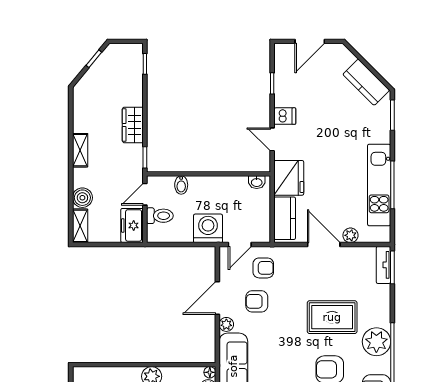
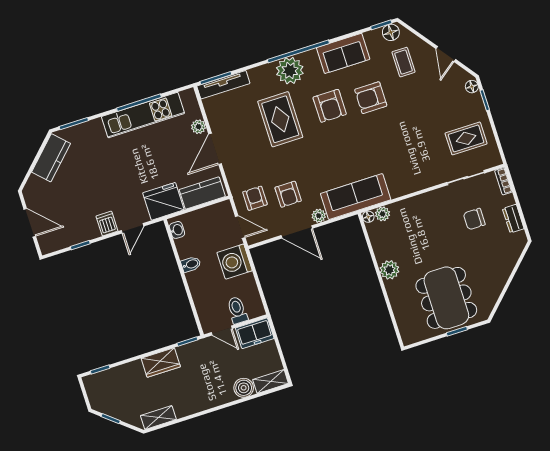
shelving: (80, 150) -> (158, 418), moved
bidet: (181, 185) -> (191, 264), moved
tv unit: (383, 265) -> (223, 85), width x1.41

